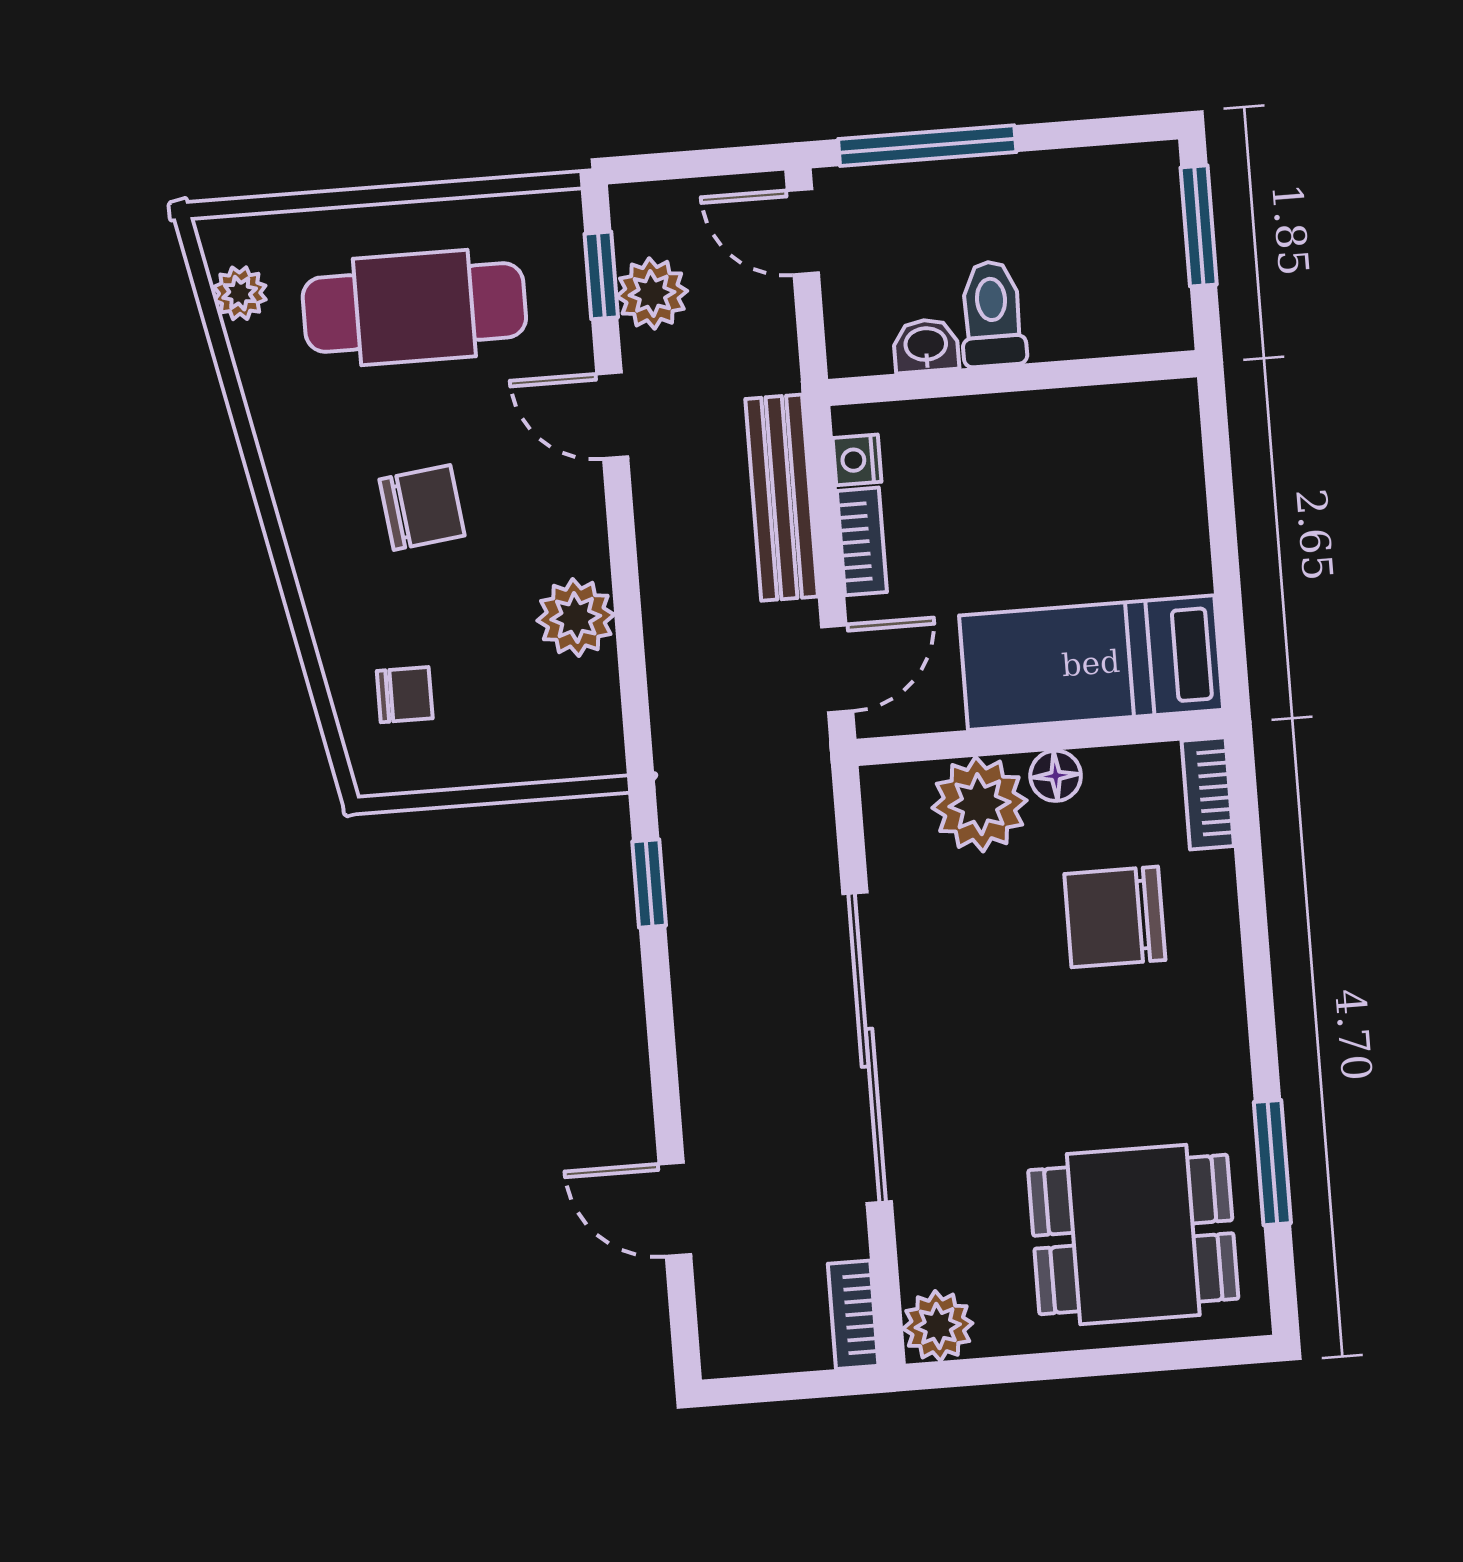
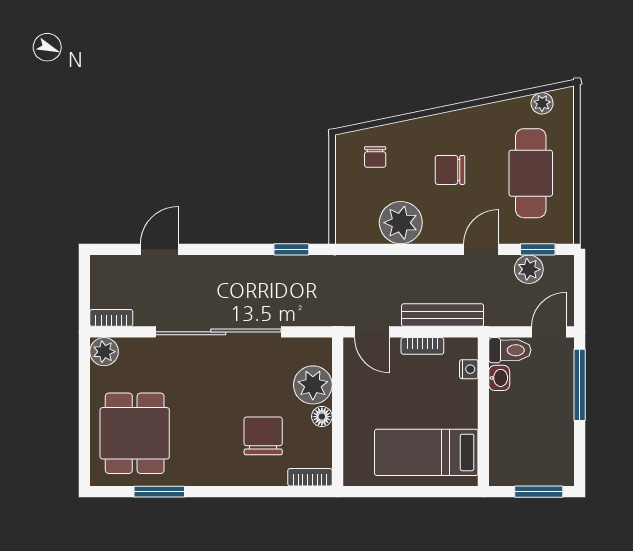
toilet: (992, 314) -> (510, 350), moved
nightstand: (857, 460) -> (469, 369), moved, turned 90
chair: (422, 507) -> (450, 170), turned 97
plant: (576, 618) -> (401, 223), width x1.36, depth x1.36
bed: (1091, 663) -> (426, 452), moved, turned -90

